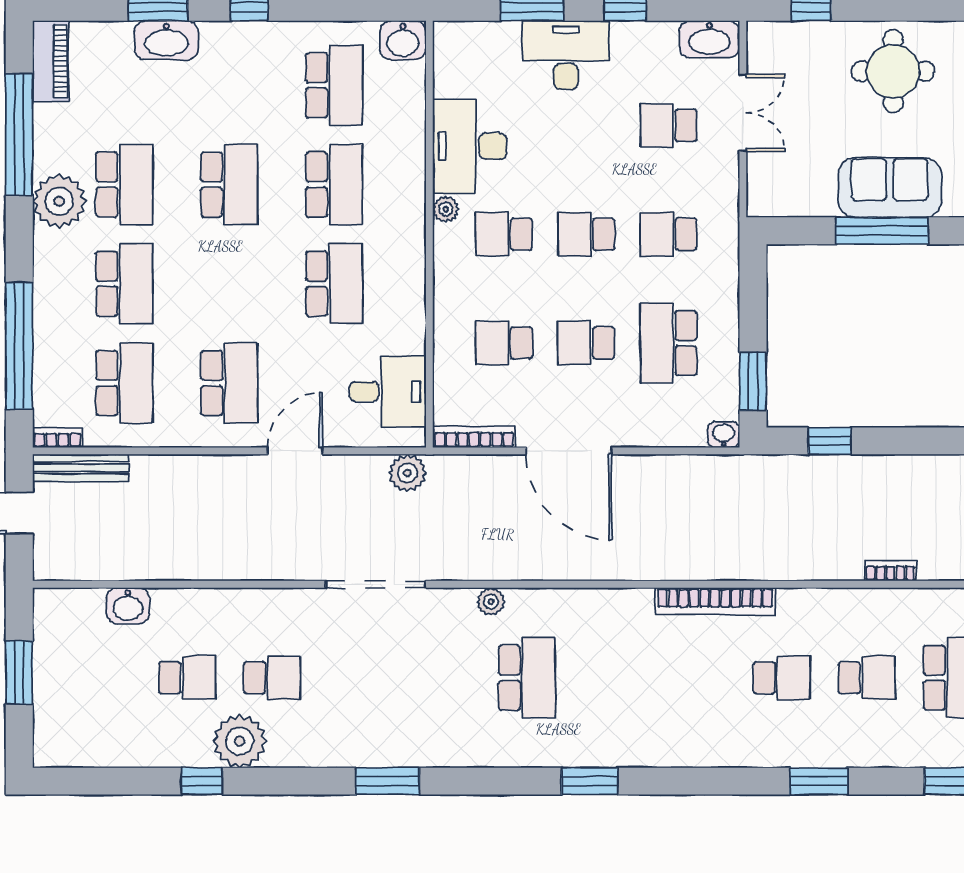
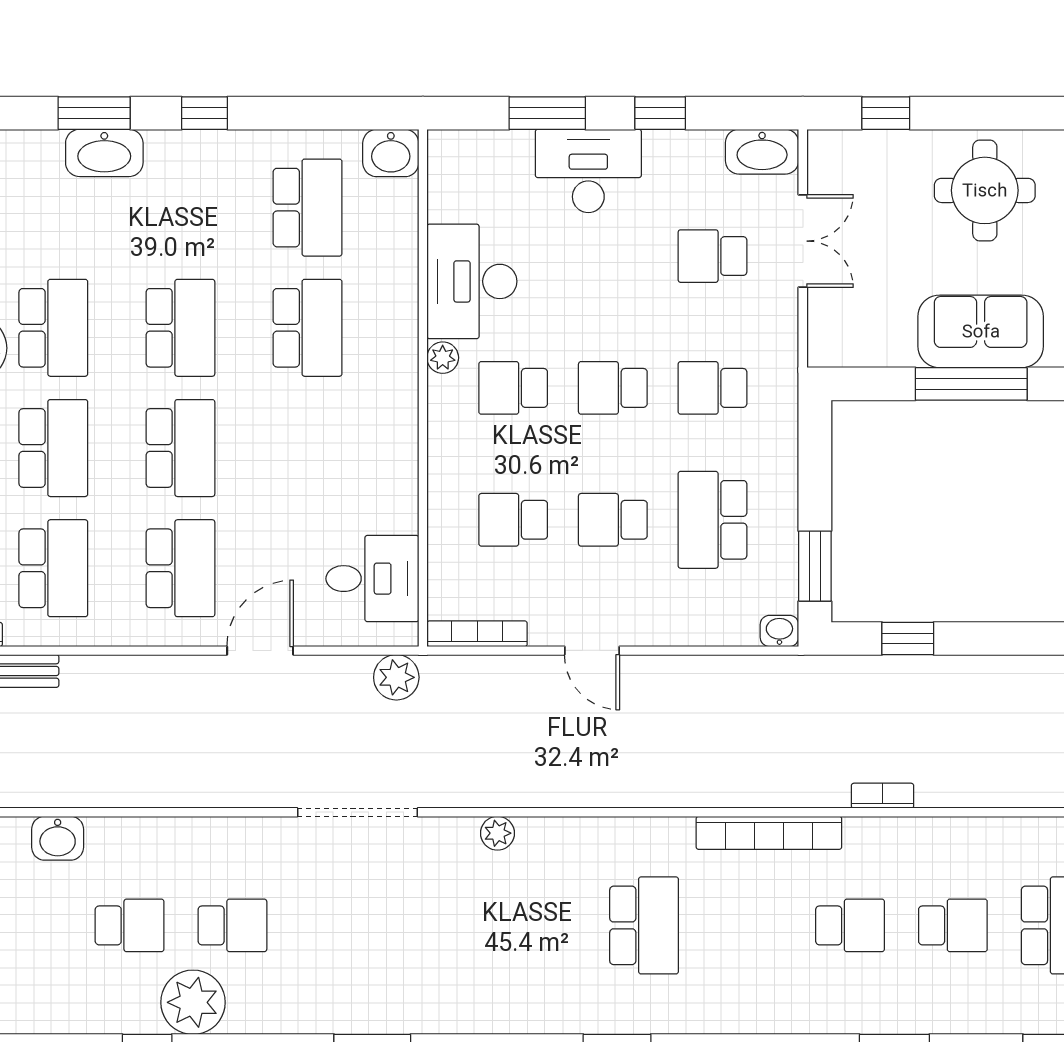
school desk: (334, 284) -> (180, 448), moved
door: (569, 451) -> (592, 651), width x0.53
bookcase: (890, 571) -> (883, 796), moved
school desk: (527, 678) -> (644, 925), moved

